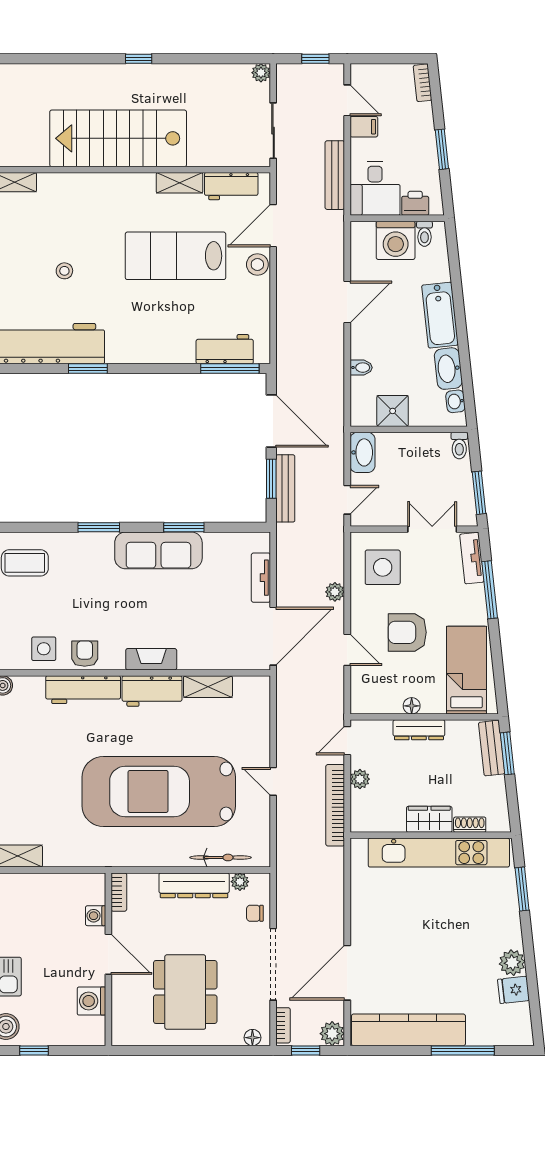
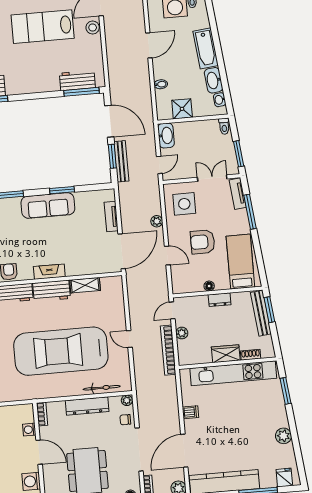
dresser: (419, 730) -> (220, 300), width x0.70
bench: (492, 748) -> (261, 313), width x1.36
plant: (240, 882) -> (127, 400), moved
dishwasher: (363, 910) -> (190, 412), added
fridge: (513, 990) -> (284, 478), moved, turned 96

